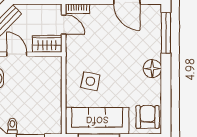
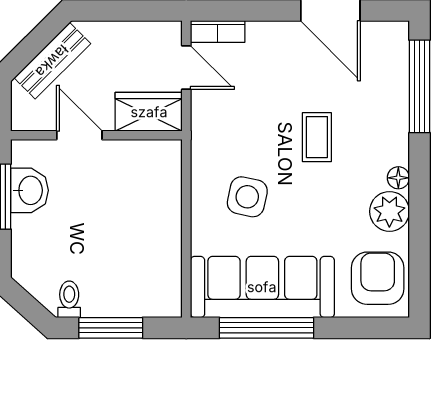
coffee table: (121, 55) -> (317, 137), added
floor lamp: (152, 69) -> (398, 178), width x0.53, depth x0.53
plant: (153, 88) -> (389, 211), added

